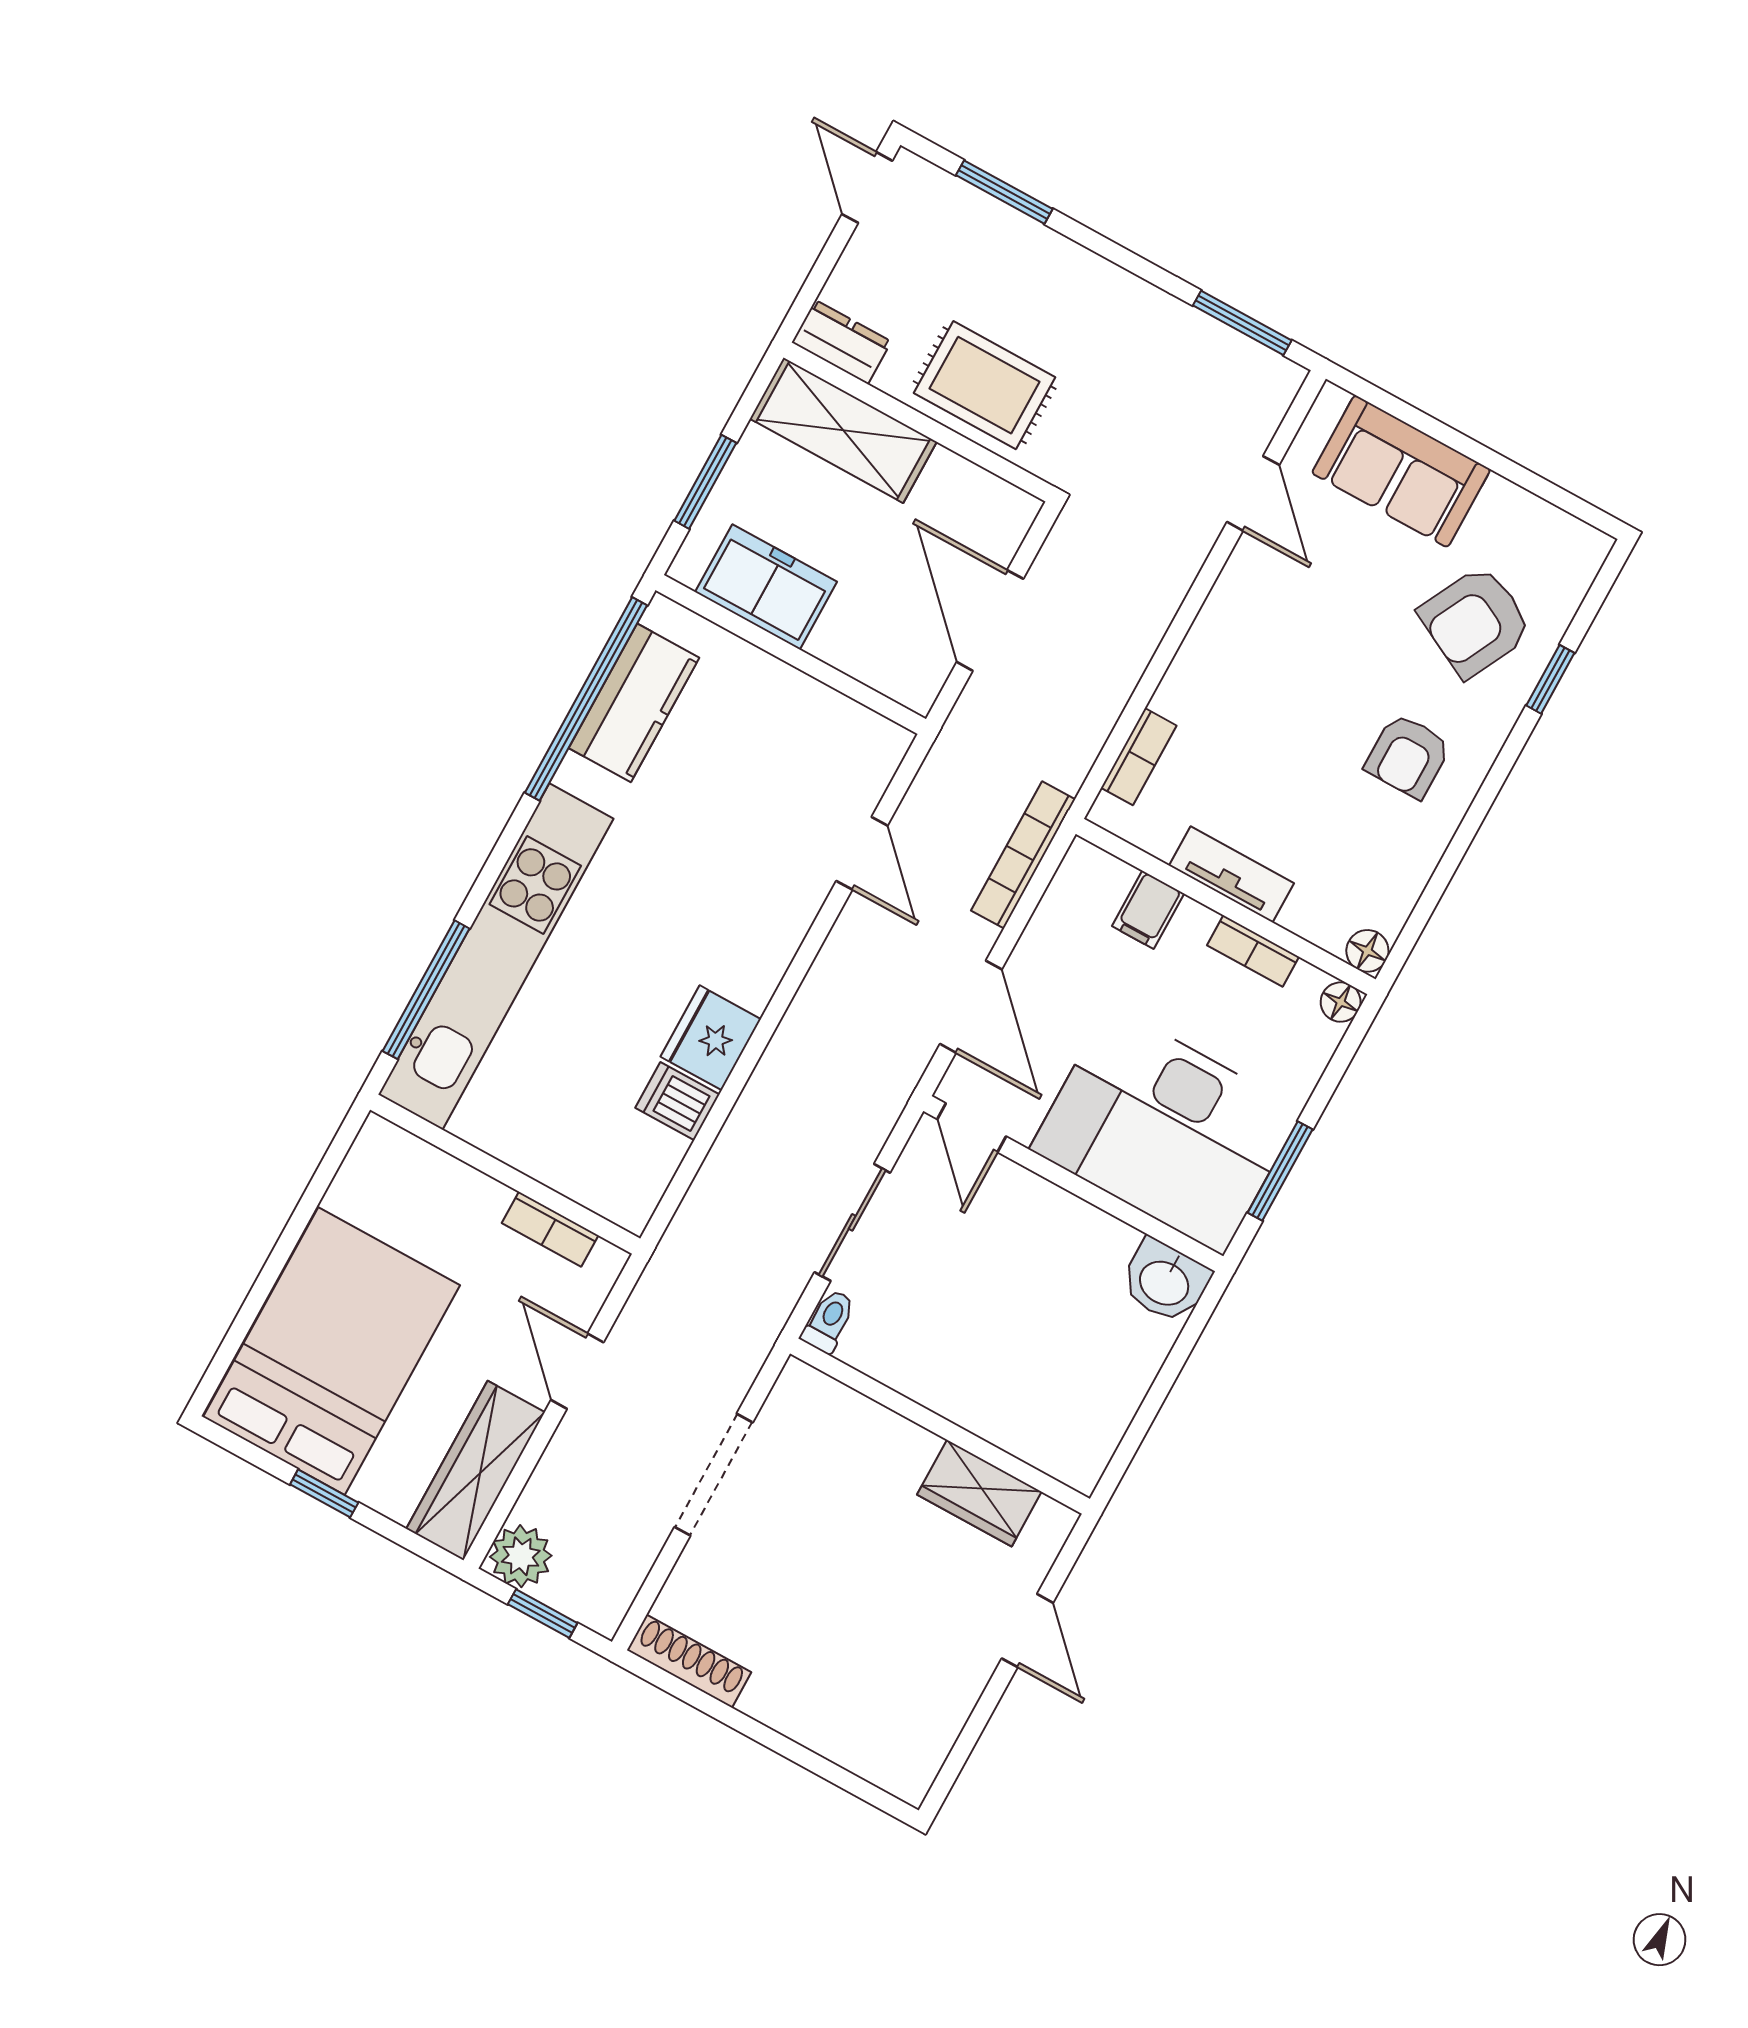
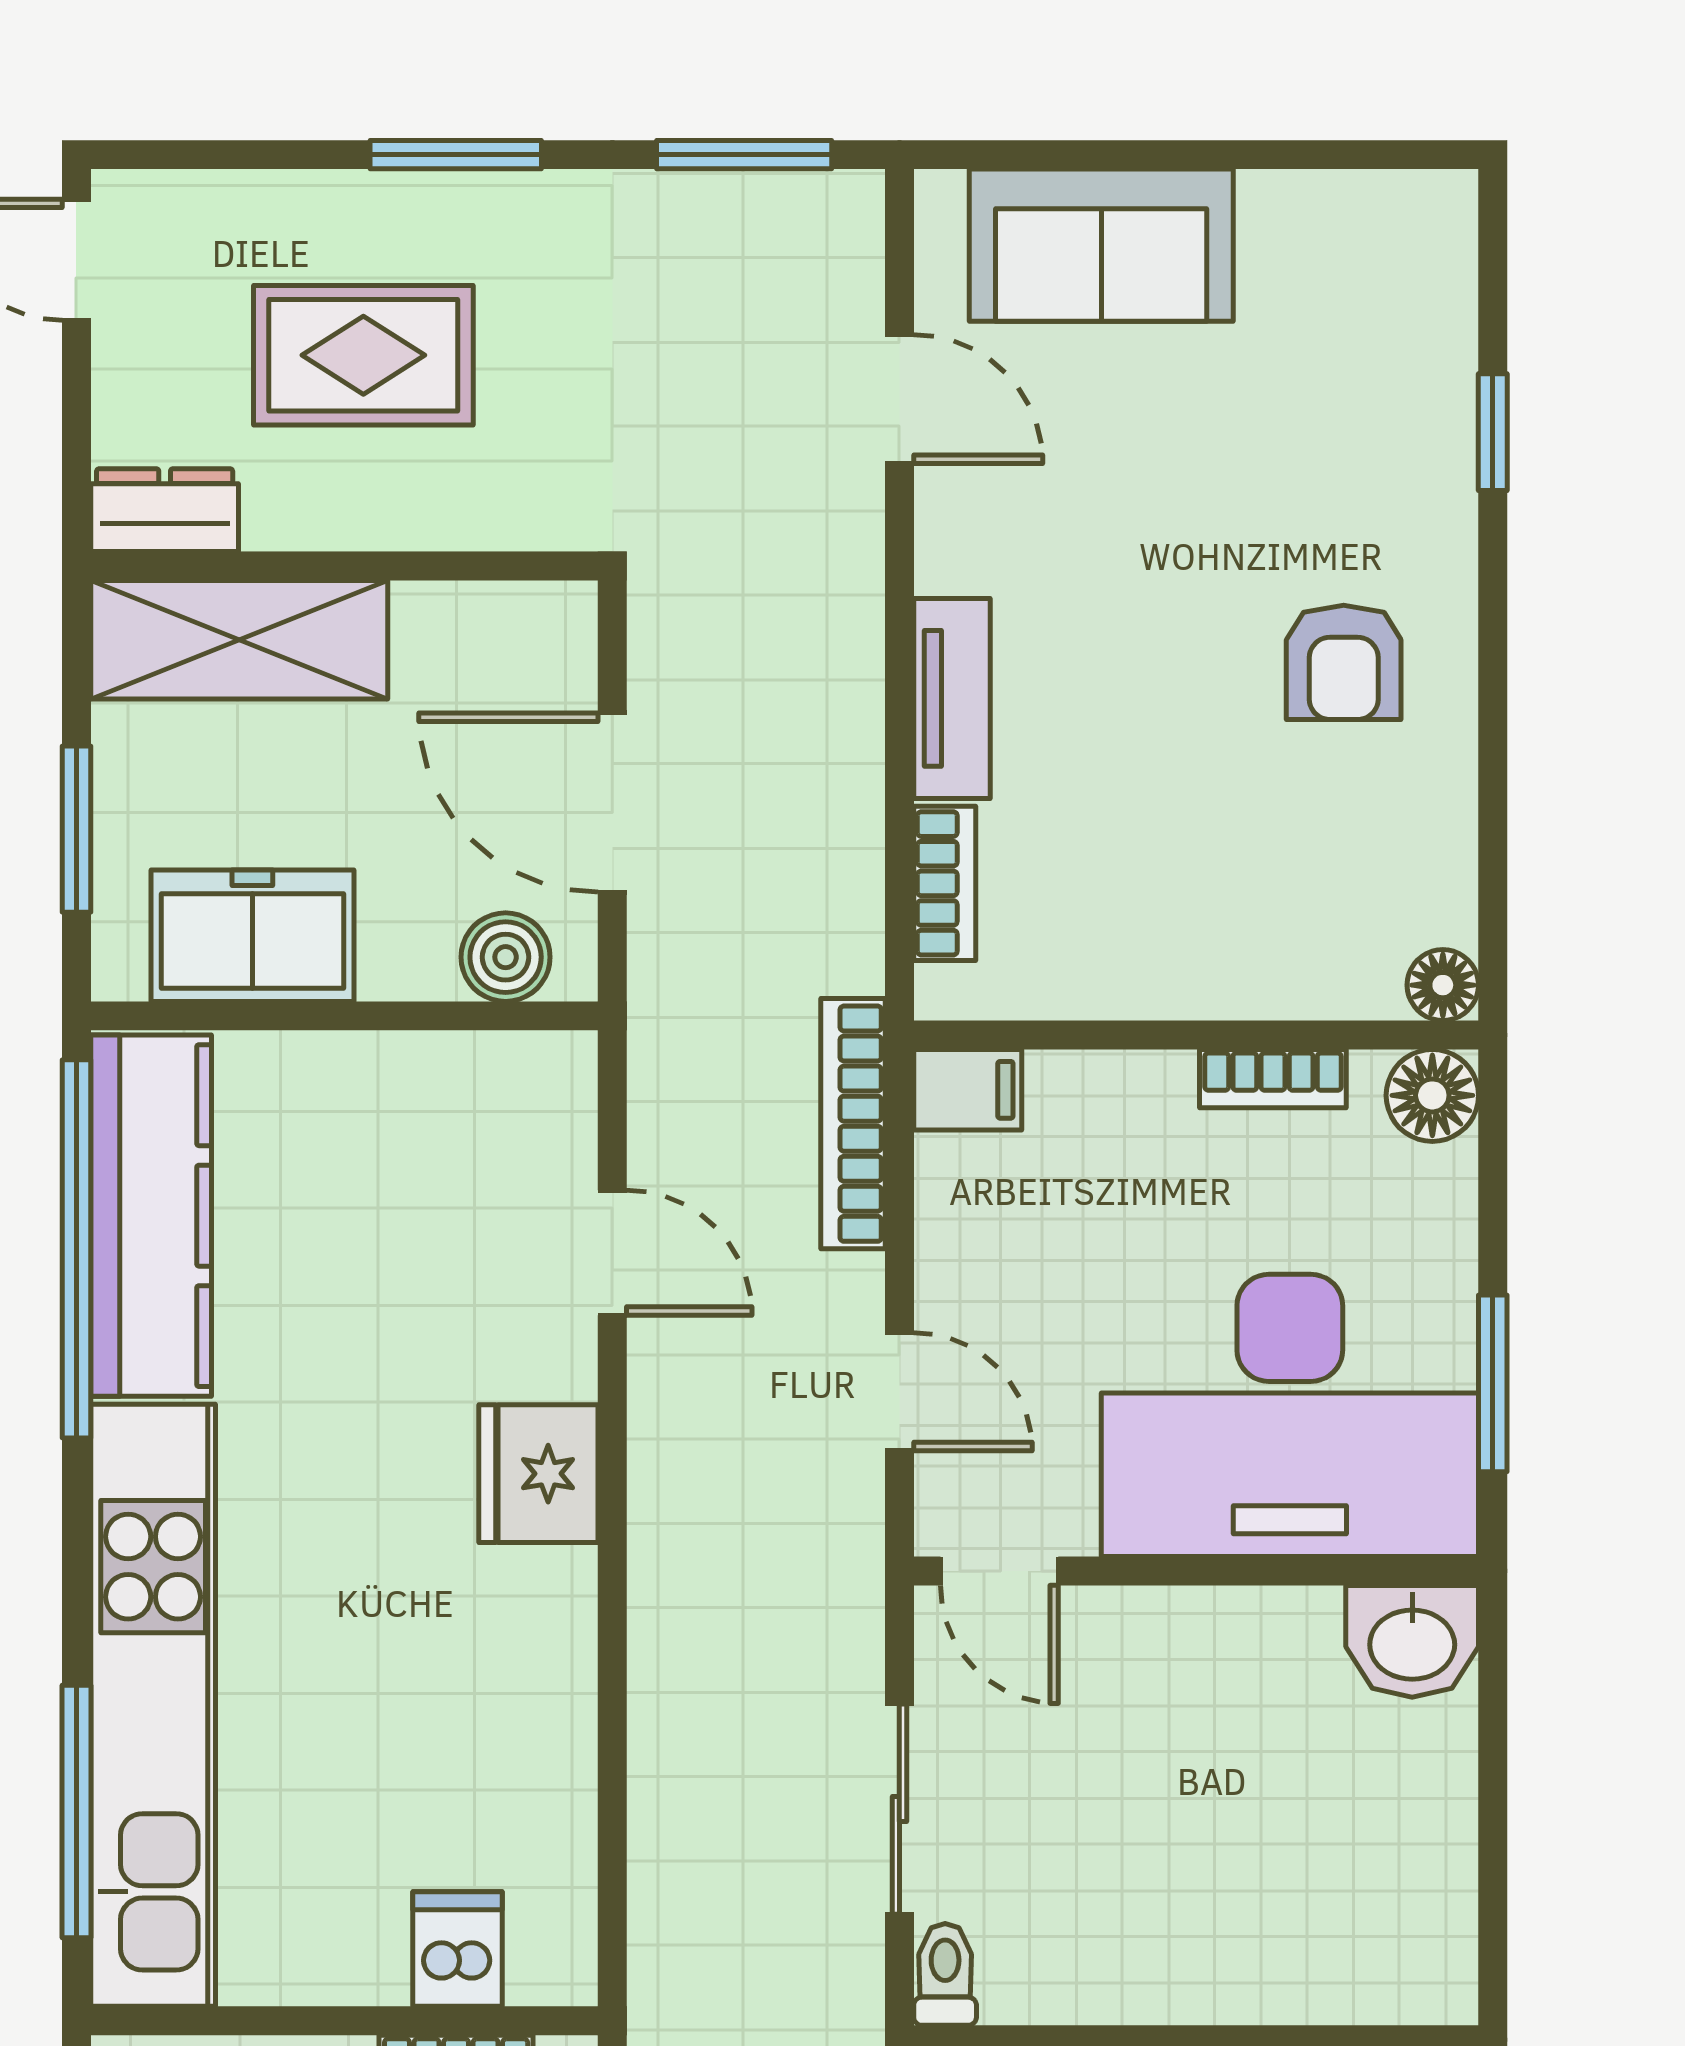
window: (1004, 192) -> (456, 155), moved
rug: (985, 385) -> (363, 355), moved
armchair: (1475, 622) -> (1334, 408), removed
boiler: (891, 670) -> (506, 957), added
kitchen counter: (634, 703) -> (151, 1216), width x1.50
tv unit: (1231, 874) -> (952, 698), moved, turned 90
filing cabinet: (1148, 910) -> (968, 1090), moved, turned -90
floor lamp: (1341, 1002) -> (1432, 1095), width x1.37, depth x1.37
door: (971, 1007) -> (899, 1392), width x0.73
fridge: (711, 1038) -> (538, 1474), moved
dishwasher: (677, 1101) -> (457, 1949), moved, turned 90

